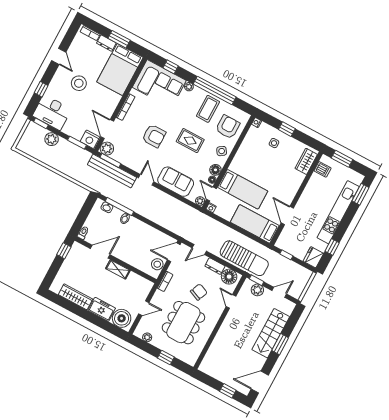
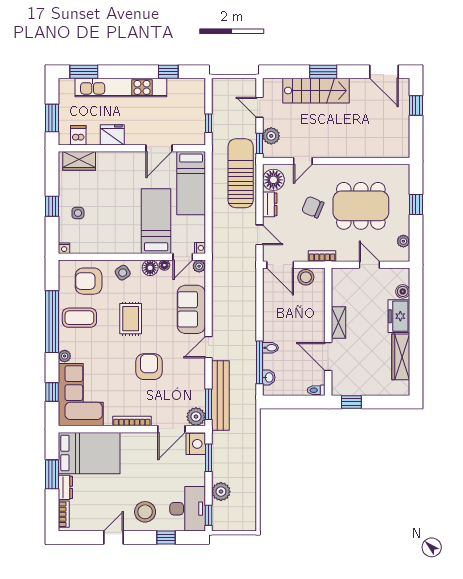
stool: (79, 83) -> (145, 512), moved
fridge: (313, 257) -> (112, 135), moved, turned 180
boiler: (122, 318) -> (403, 291), width x0.54, depth x0.54

